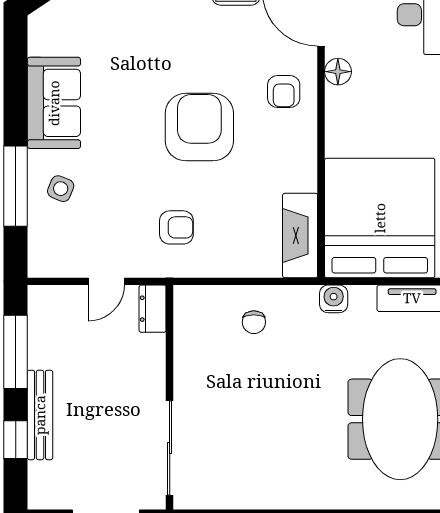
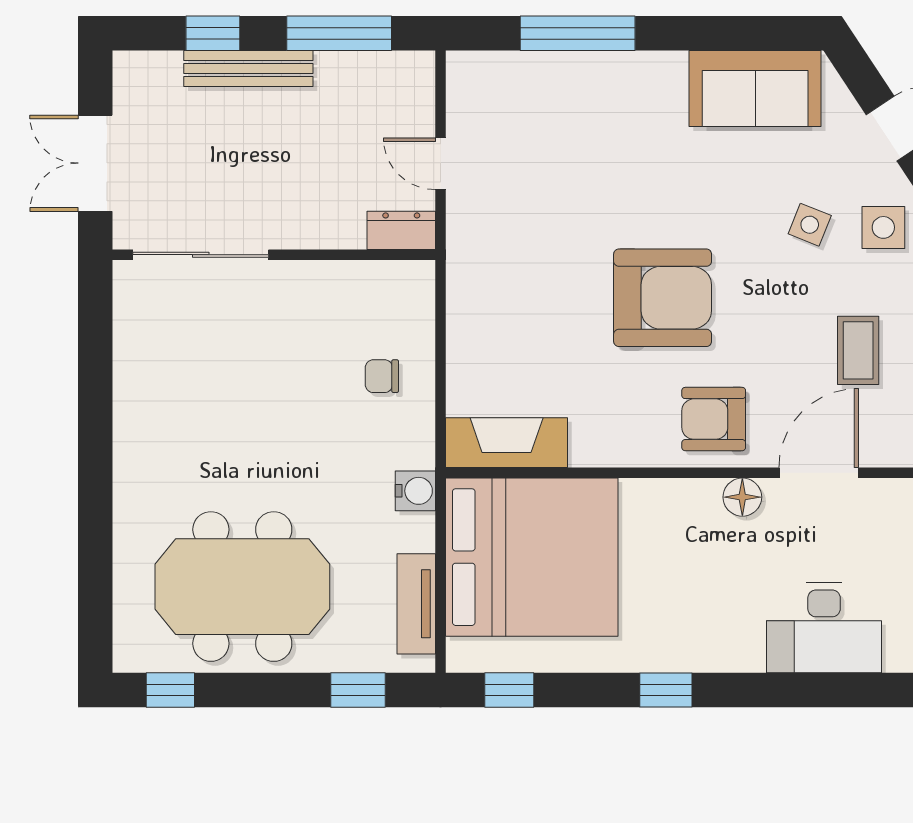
armchair: (284, 92) -> (714, 419), width x1.38, depth x1.38
sofa: (54, 103) -> (755, 89), moved
side table: (61, 189) -> (810, 225), moved
armchair: (176, 227) -> (518, 265), removed

